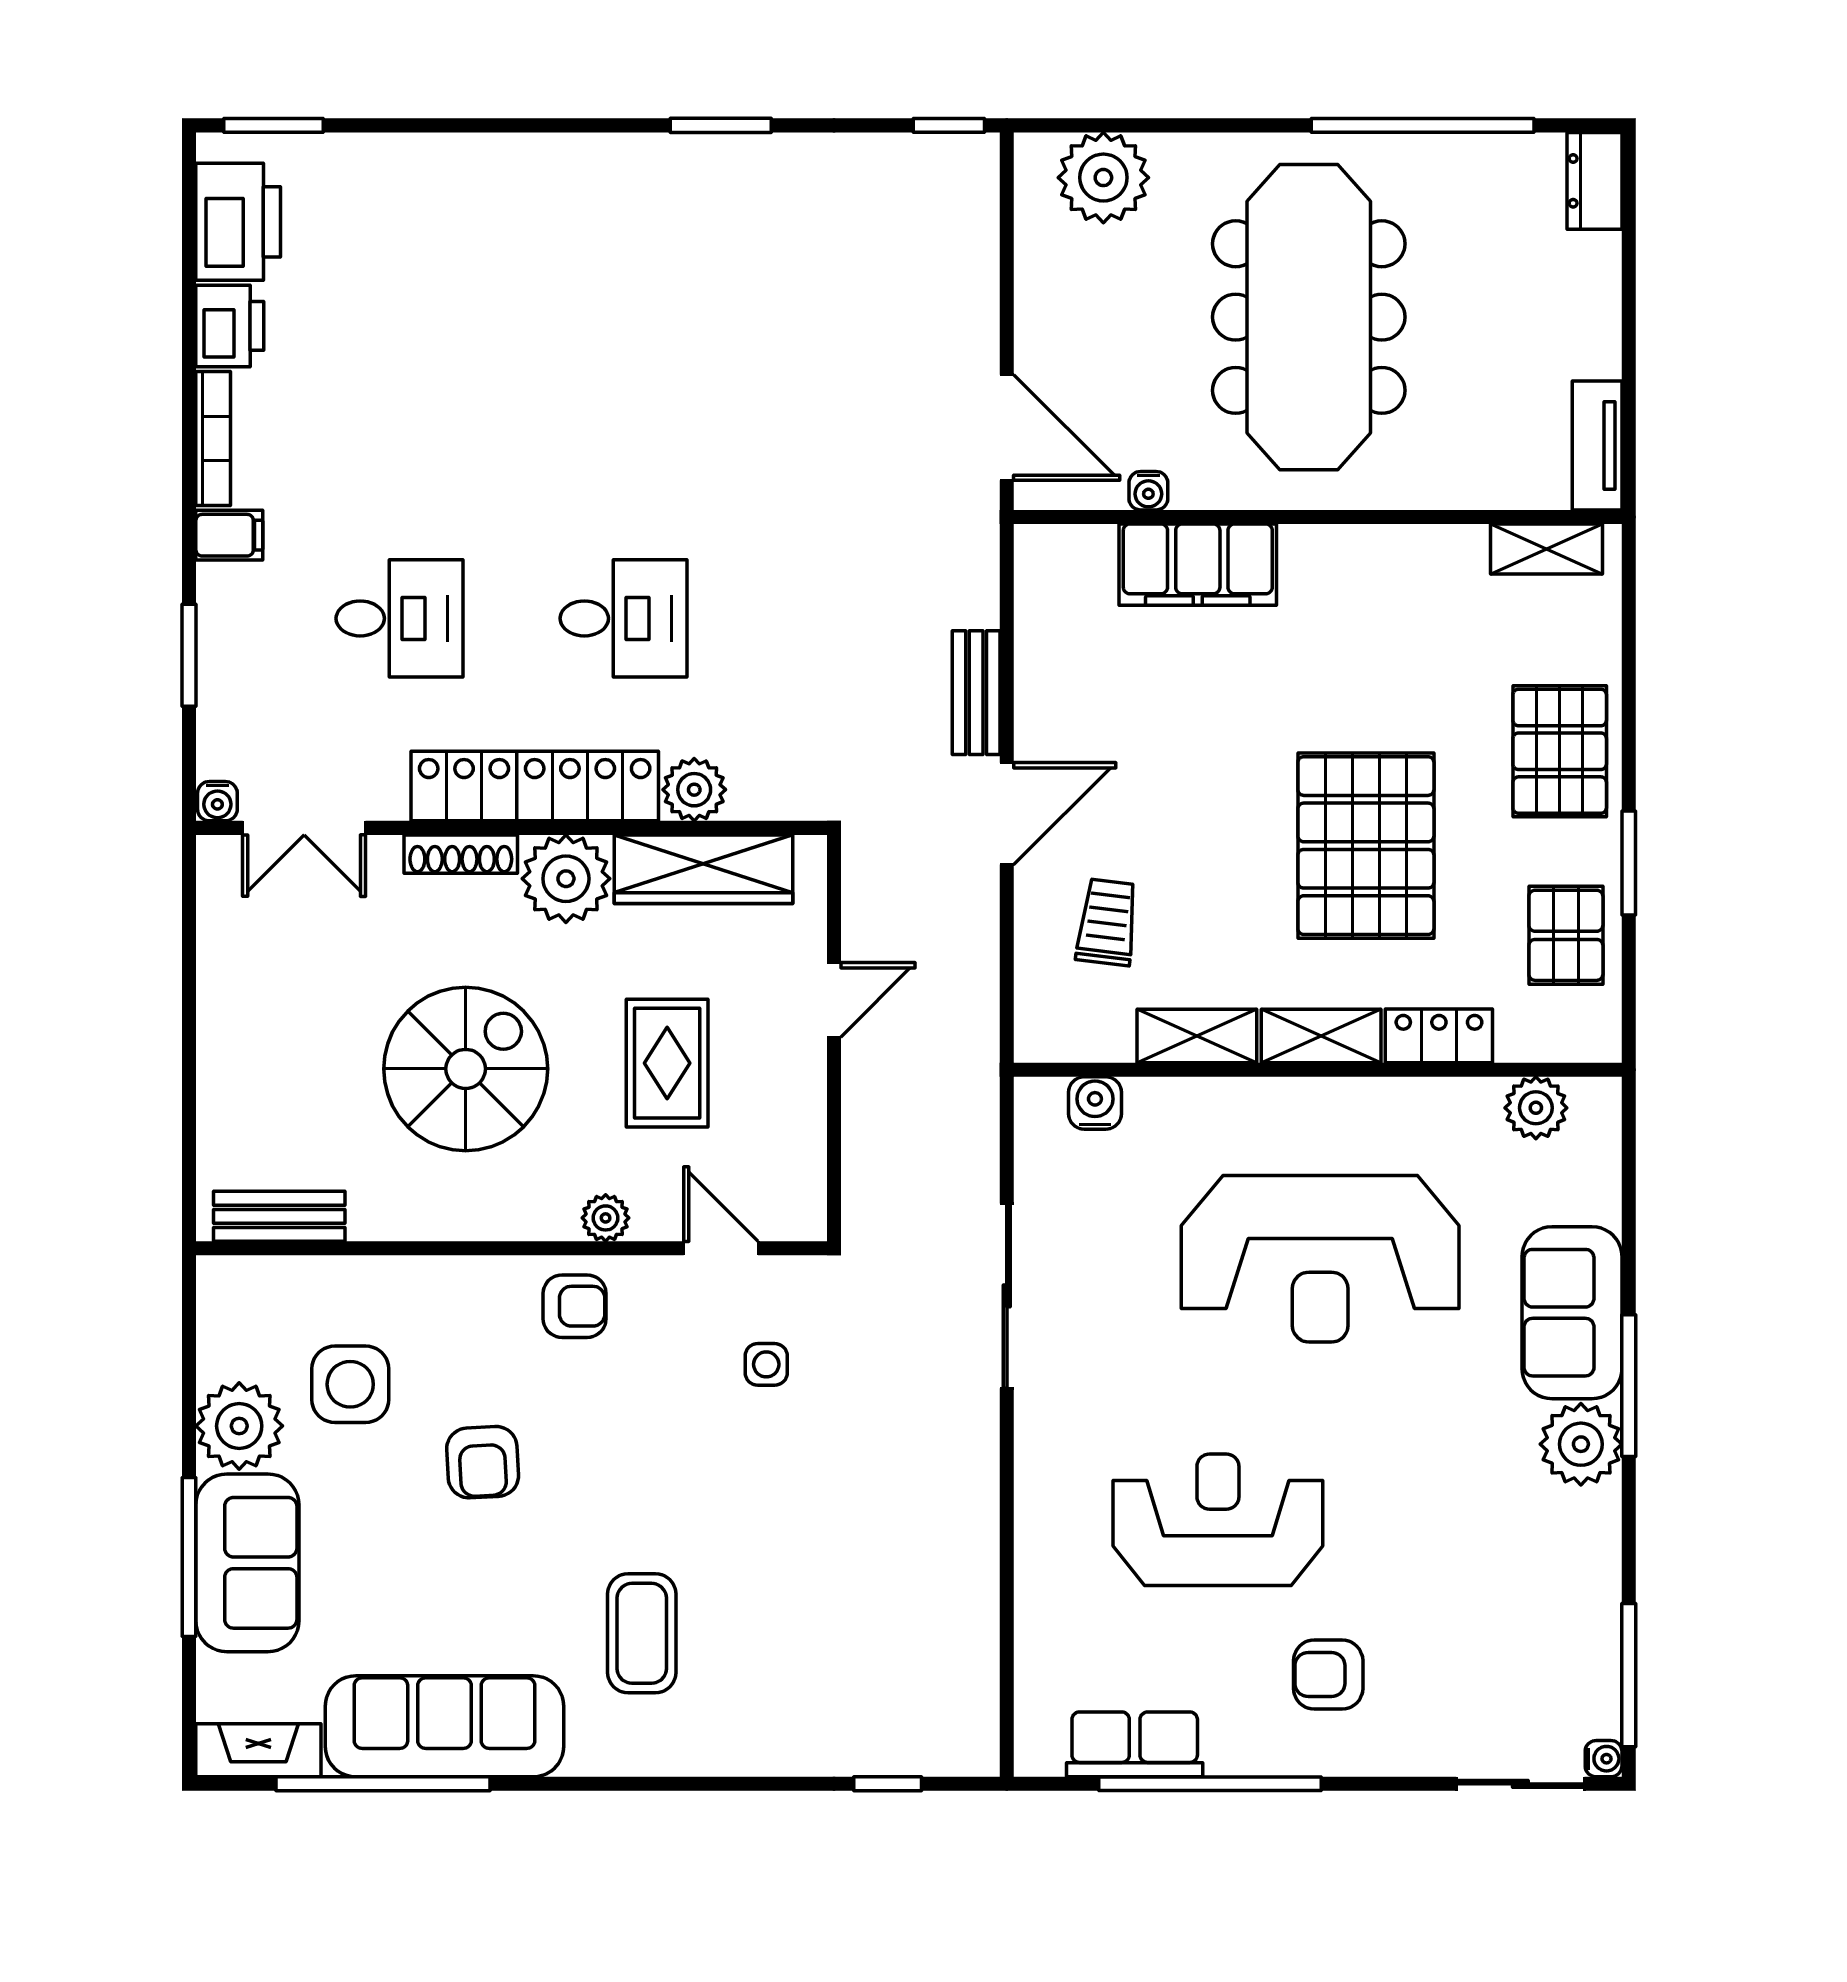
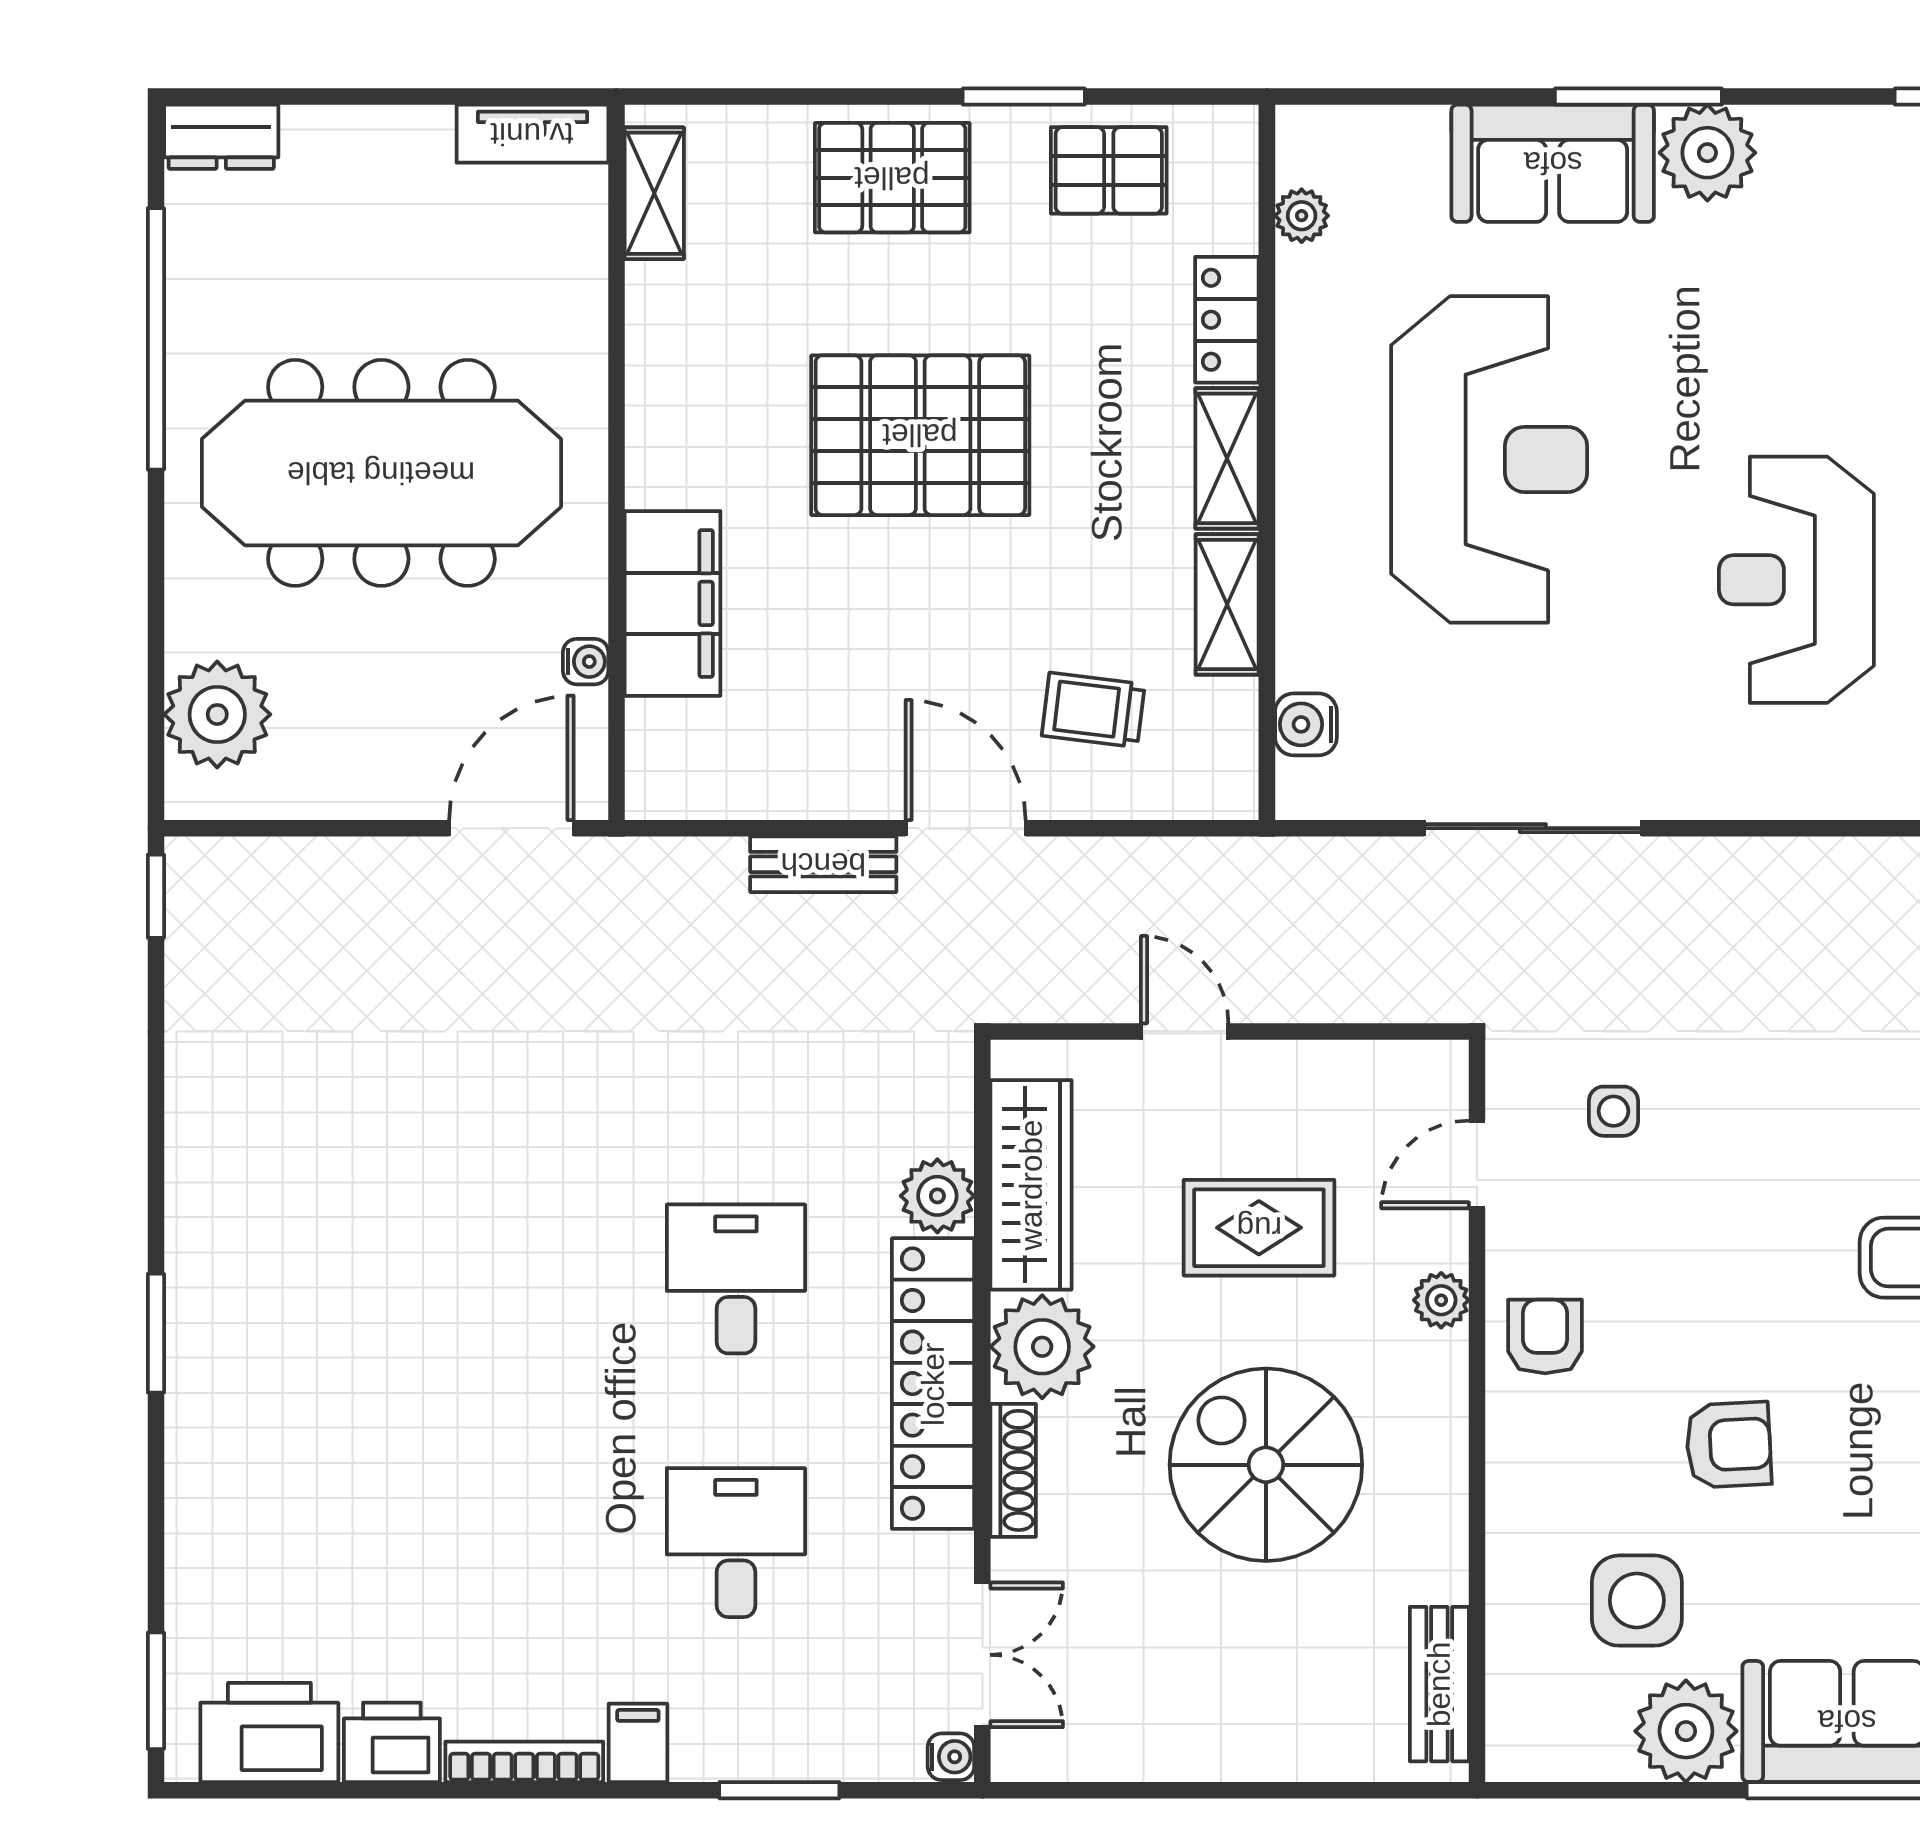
window: (721, 125) -> (156, 1333), moved
pallet: (1366, 846) -> (920, 435), moved
plant: (1536, 1108) -> (1302, 216), width x0.73, depth x0.73

